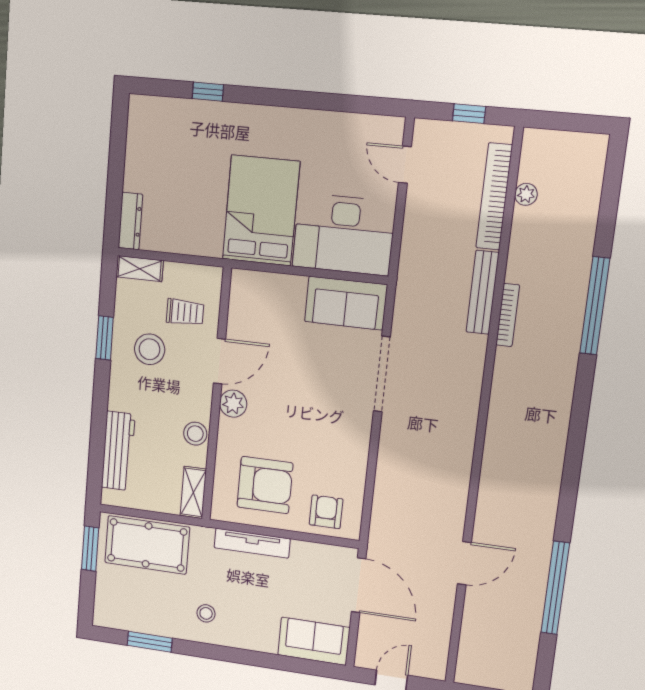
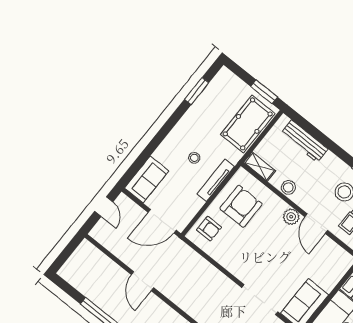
armchair: (265, 485) -> (241, 206), turned 180
stool: (206, 613) -> (194, 158), moved

